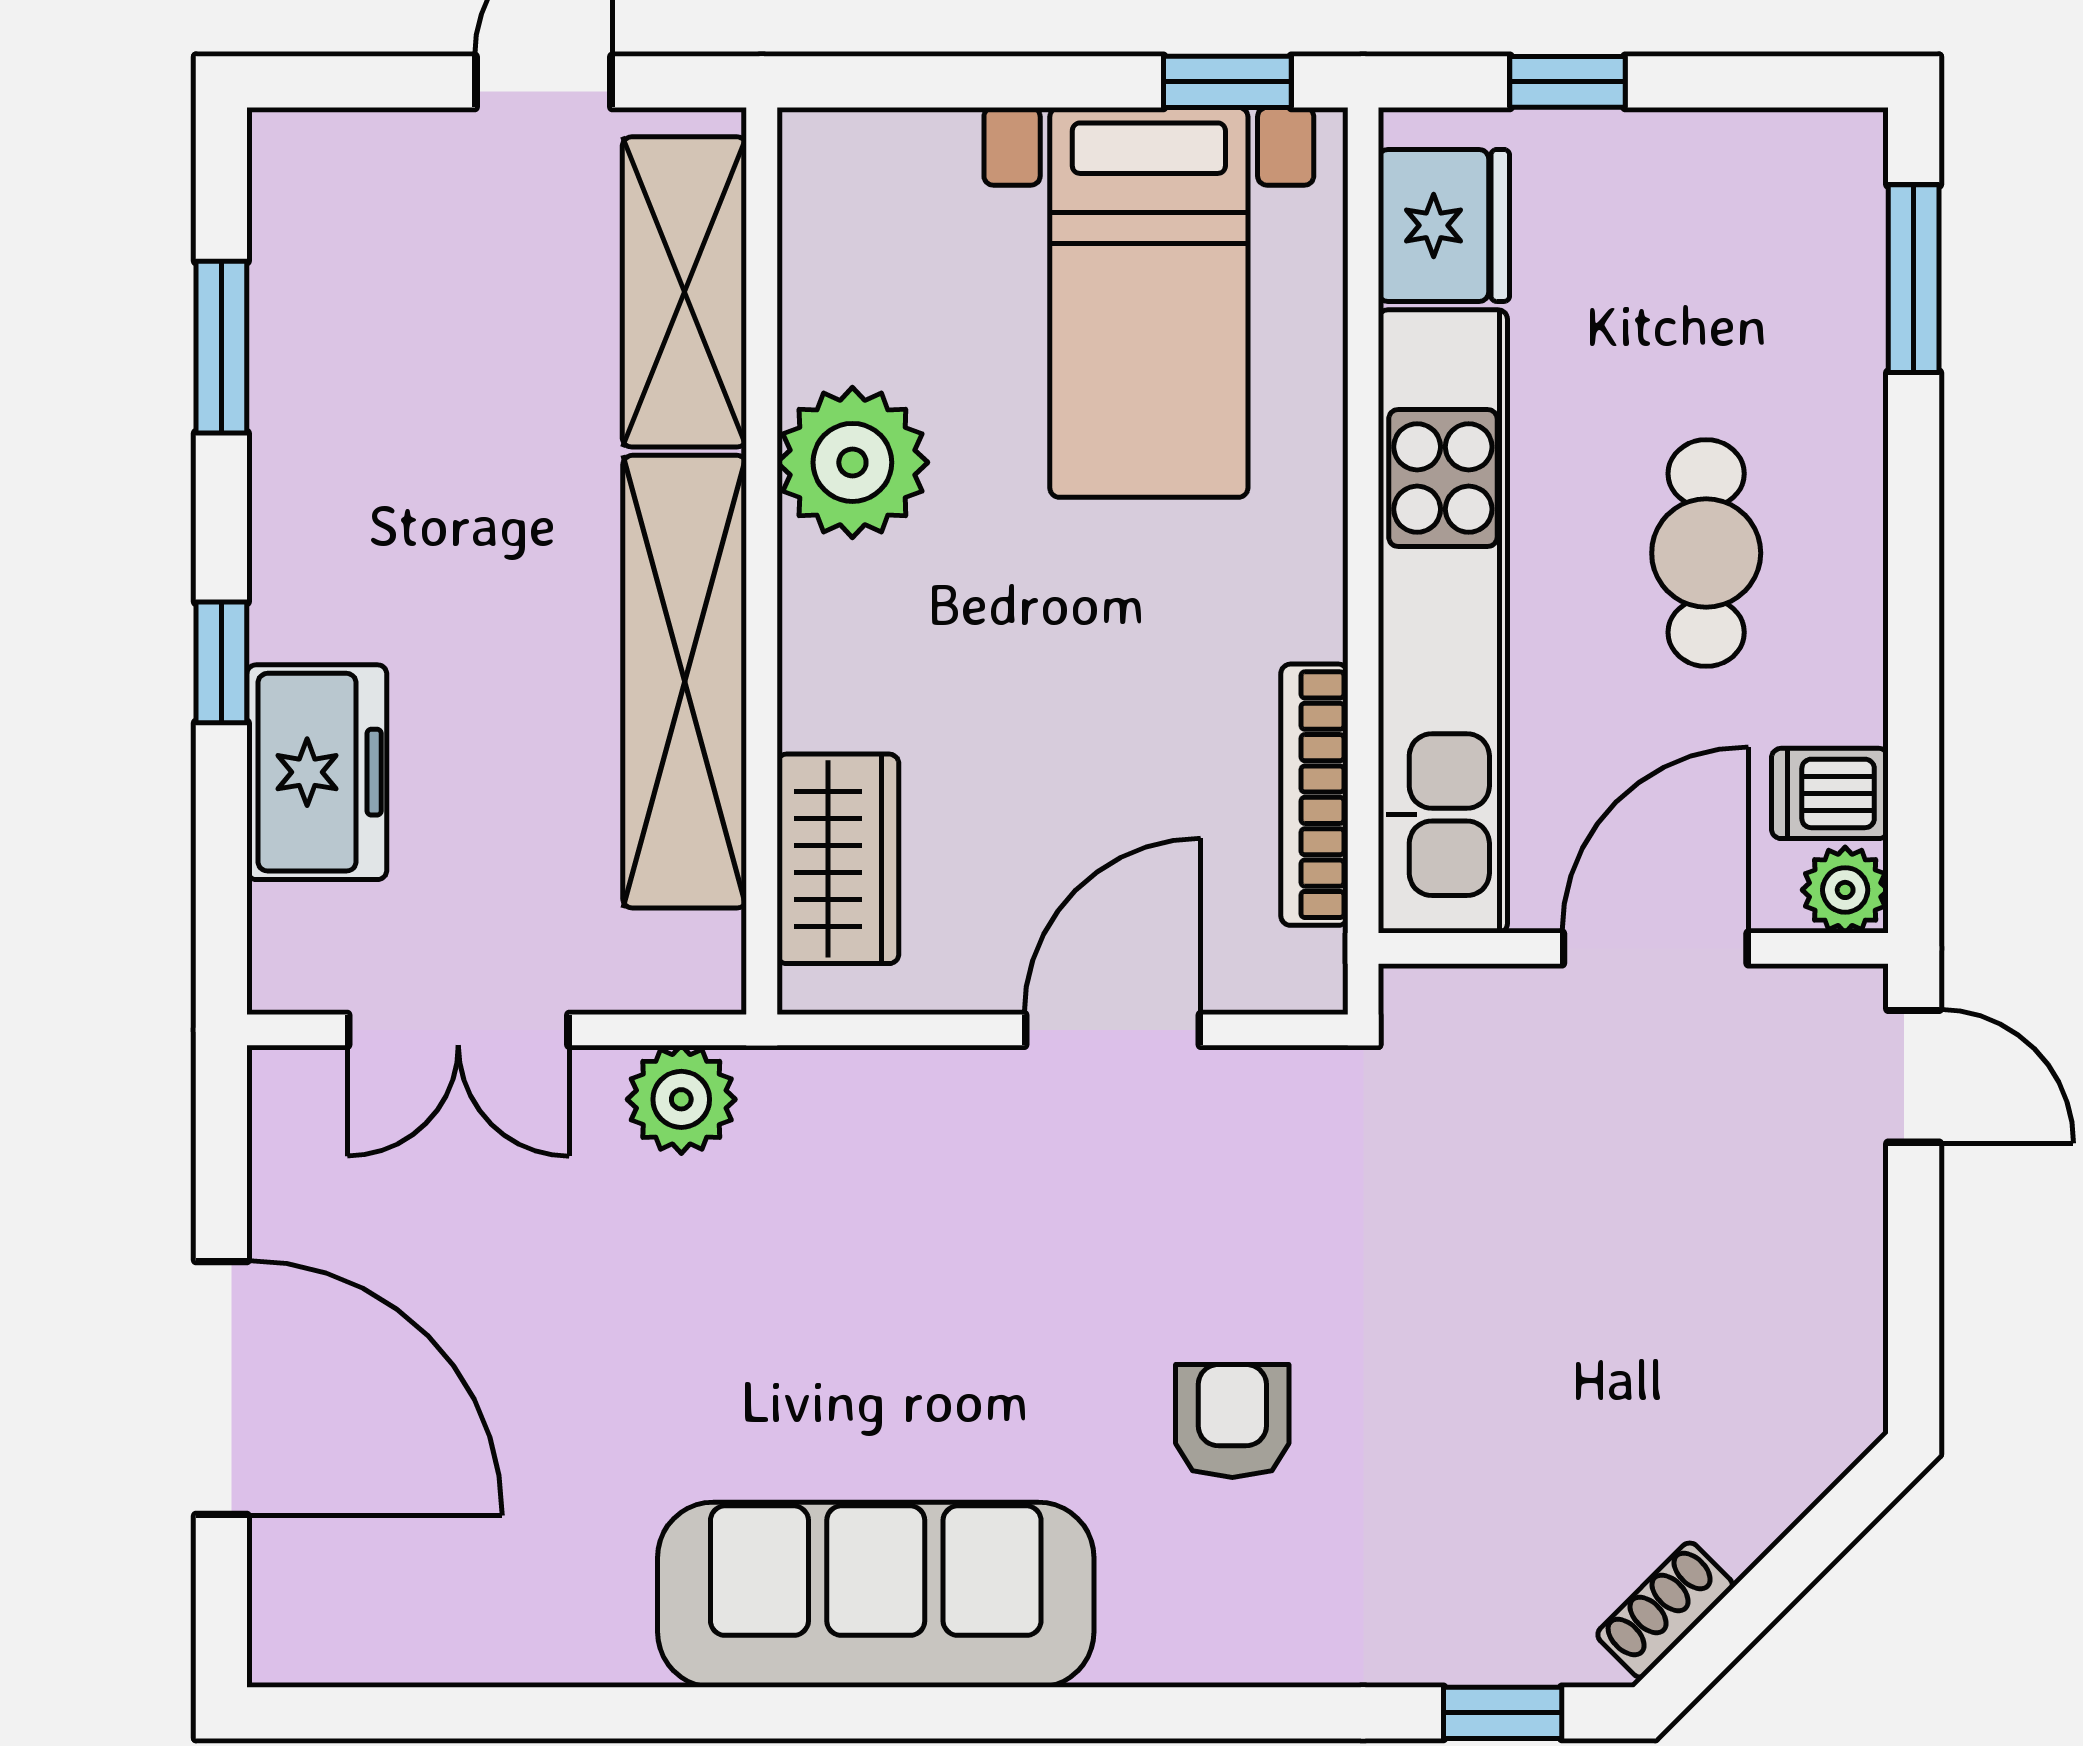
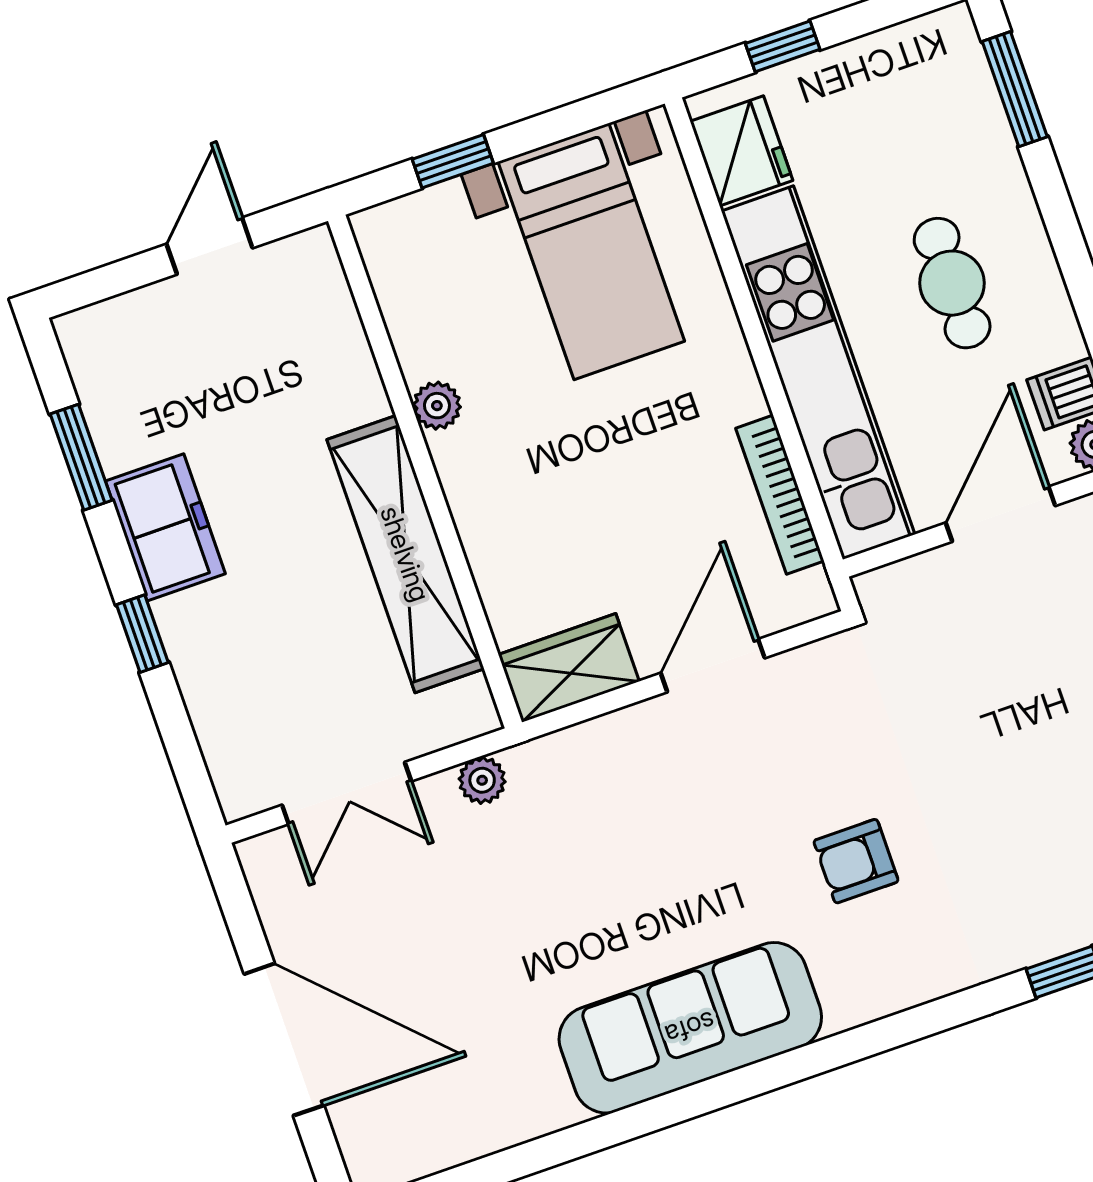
window: (1227, 82) -> (453, 161), moved
shelving: (684, 292) -> (329, 336), removed
plant: (852, 462) -> (437, 406), width x0.53, depth x0.53
freezer: (317, 772) -> (165, 527), moved
wardrobe: (838, 859) -> (569, 668), moved, turned -90
plant: (681, 1099) -> (482, 780), width x0.73, depth x0.73
armchair: (1232, 1421) -> (856, 861), turned -90

